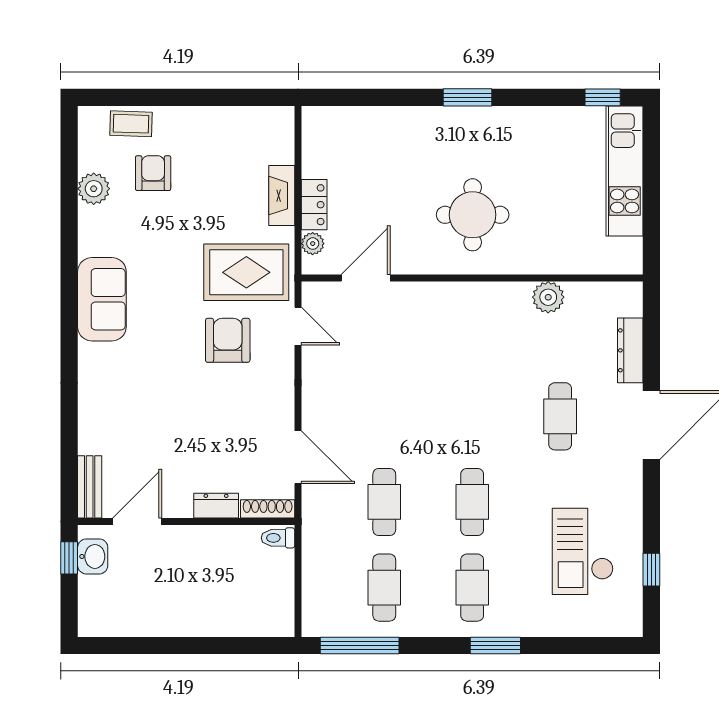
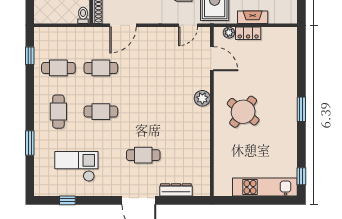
round table: (473, 215) -> (243, 112), turned 38
plant: (548, 297) -> (202, 98), moved
cafe table: (472, 588) -> (58, 112), turned 90
window: (360, 645) -> (30, 56), width x0.46
window: (495, 645) -> (30, 143), moved

